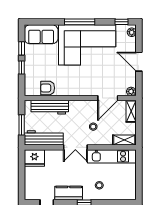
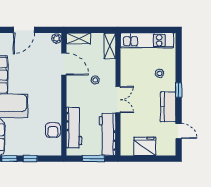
kitchen unit: (112, 156) -> (147, 40), moved, turned 90
fridge: (34, 158) -> (145, 146), moved, turned -90

